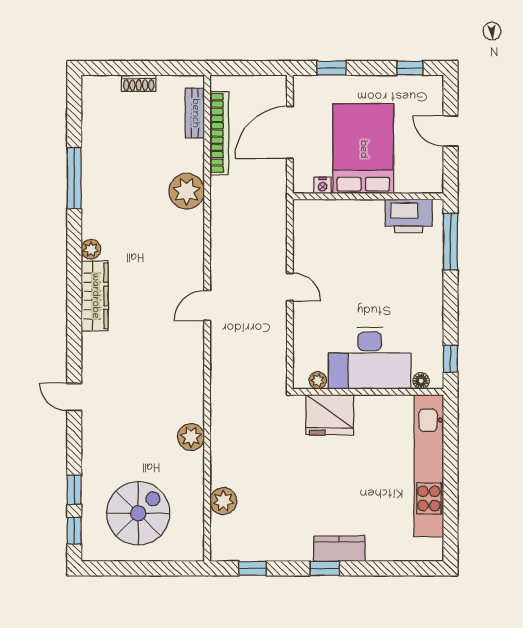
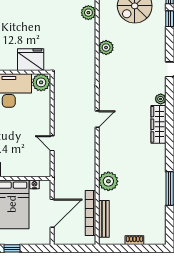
window: (332, 68) -> (12, 248), moved
bench: (195, 113) -> (104, 219), width x1.36
plant: (91, 249) -> (161, 99), moved
door: (290, 287) -> (52, 143), moved
plant: (318, 380) -> (41, 82), width x1.87, depth x1.87

